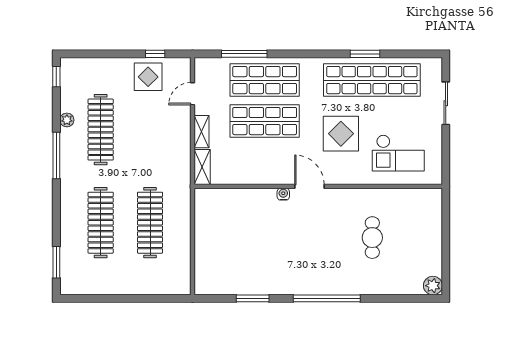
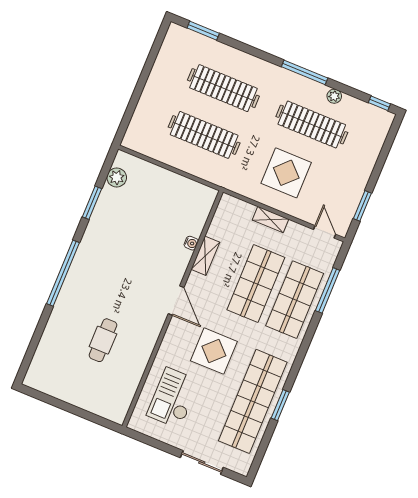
window: (155, 54) -> (362, 206), width x1.50
display table: (148, 77) -> (286, 173), moved, width x1.36, depth x1.36
door: (193, 94) -> (325, 232), moved
shelving: (202, 167) -> (205, 256), moved, turned 90
door: (310, 186) -> (176, 301), hinge flipped
water cooler: (283, 194) -> (191, 243), moved
cafe table: (372, 238) -> (103, 340), turned 90
plant: (433, 286) -> (117, 178), moved

